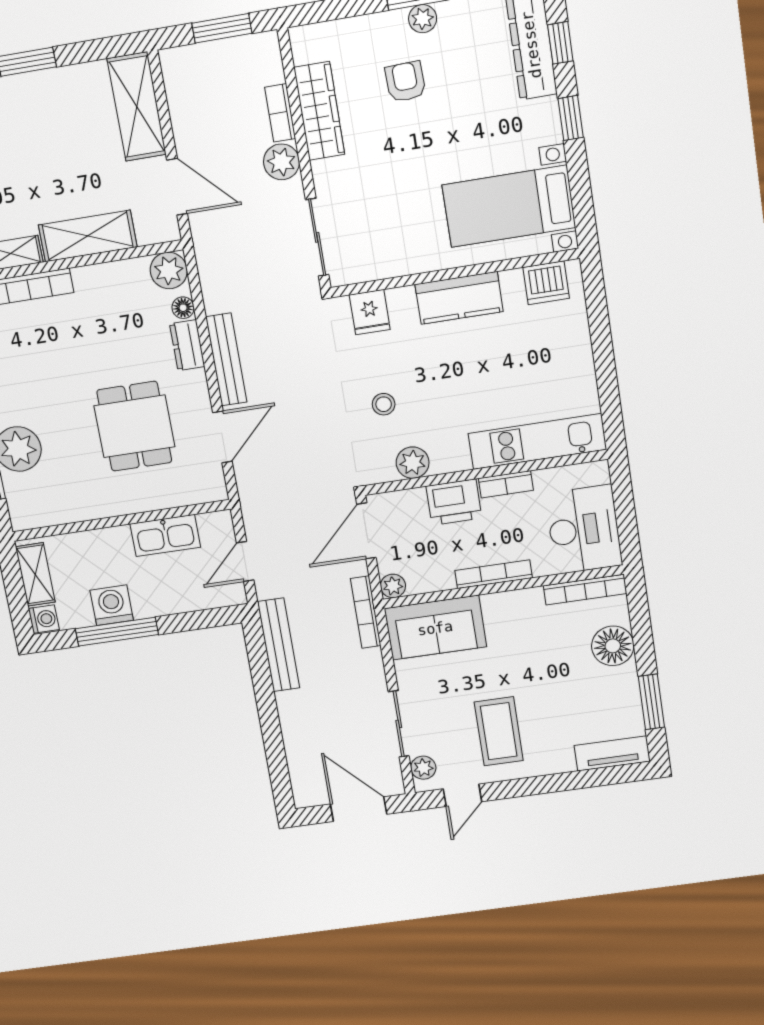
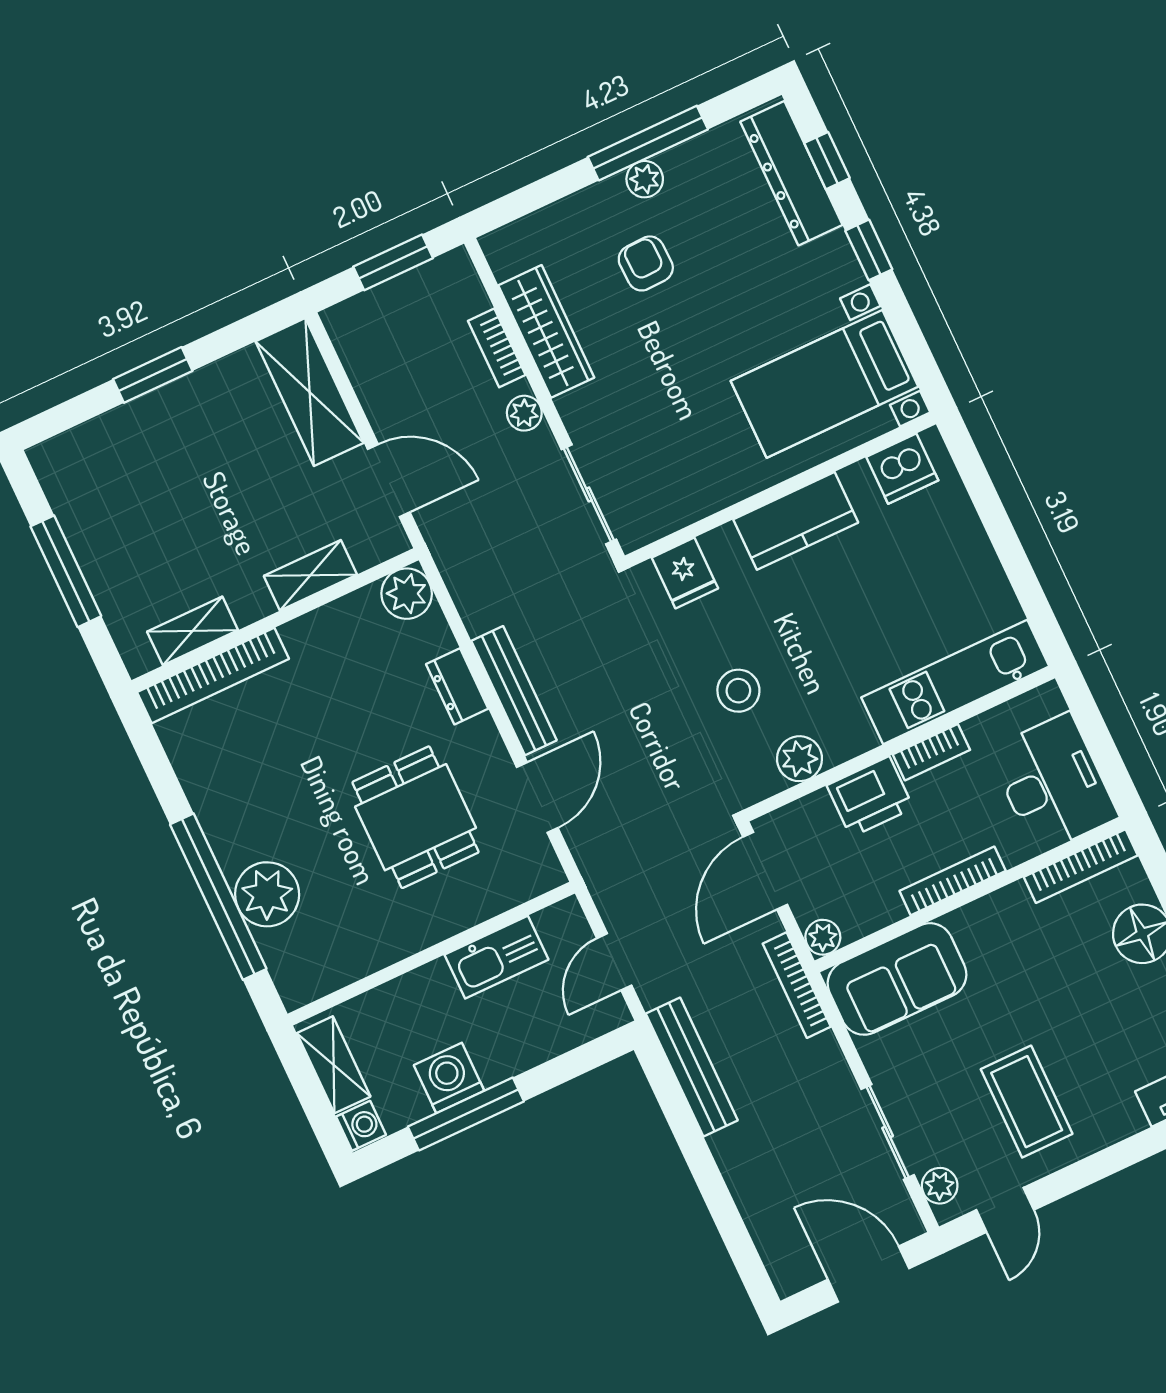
plant: (281, 162) -> (524, 413), width x0.73, depth x0.73
shelving: (88, 236) -> (310, 575), width x0.67, depth x0.75
floor lamp: (183, 308) -> (439, 638), removed
stool: (384, 404) -> (738, 691), width x1.37, depth x1.37

